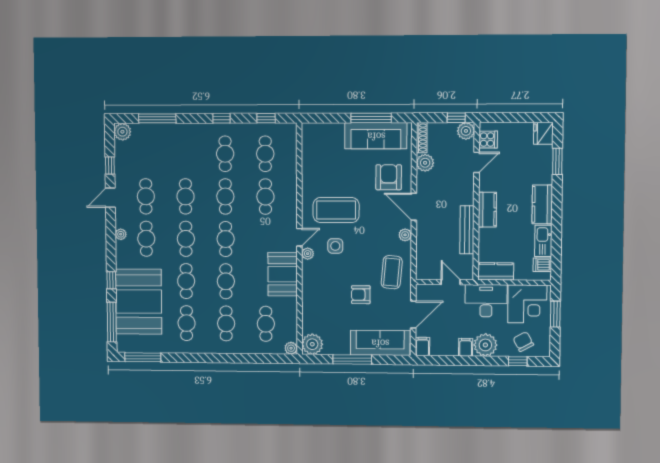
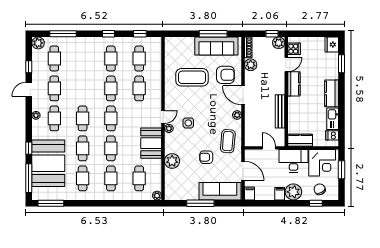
armchair: (389, 177) -> (225, 75), turned 90
cafe table: (186, 196) -> (54, 58), moved
coffee table: (336, 210) -> (192, 77), moved
kitchen counter: (487, 210) -> (294, 84), moved
door: (413, 314) -> (243, 171), hinge flipped
plant: (312, 344) -> (172, 161), moved

